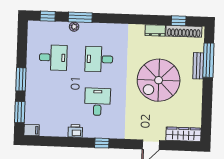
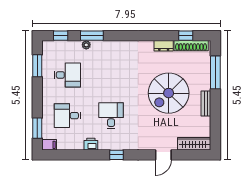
desk: (99, 59) -> (67, 116), moved
bench: (198, 66) -> (206, 104), moved
window: (21, 79) -> (37, 66), moved

